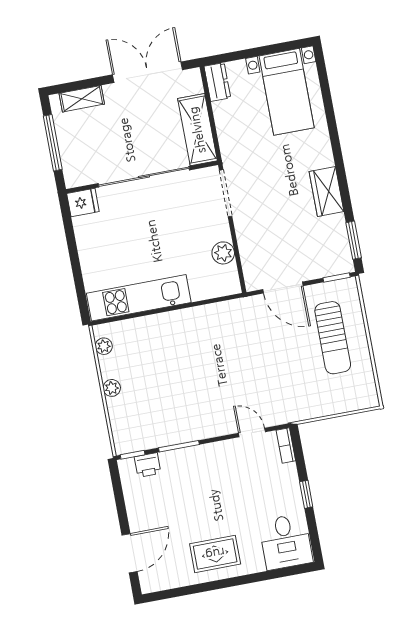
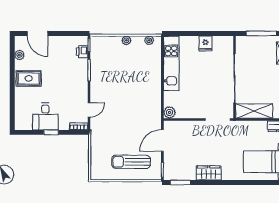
fridge: (83, 203) -> (205, 43), moved
plant: (223, 253) -> (170, 112), moved
desk: (286, 542) -> (45, 116), moved, turned -90
rug: (215, 554) -> (29, 78), turned 90
plant: (175, 579) -> (19, 55), added

